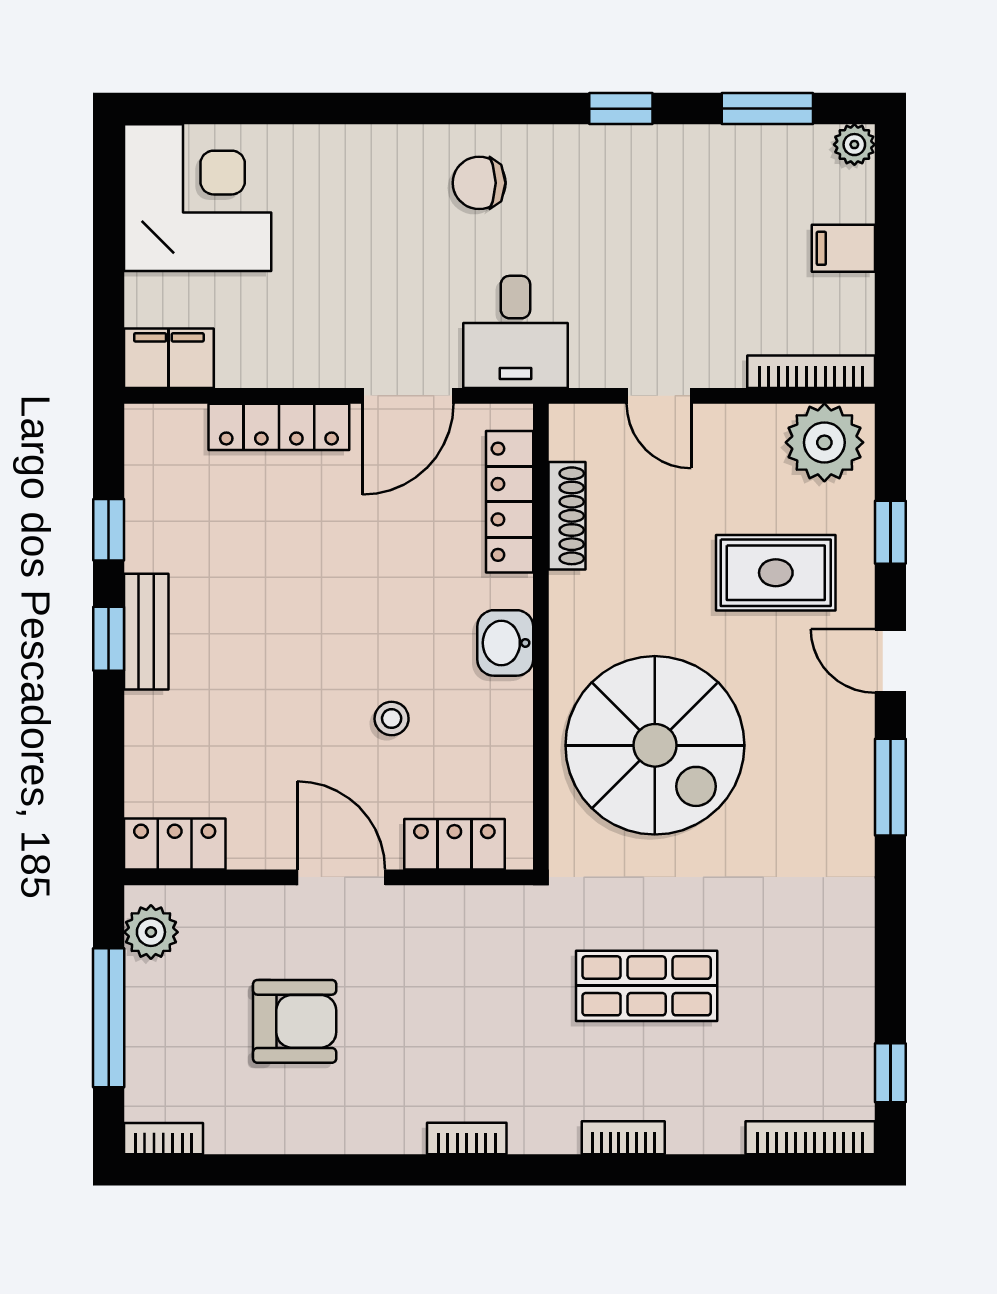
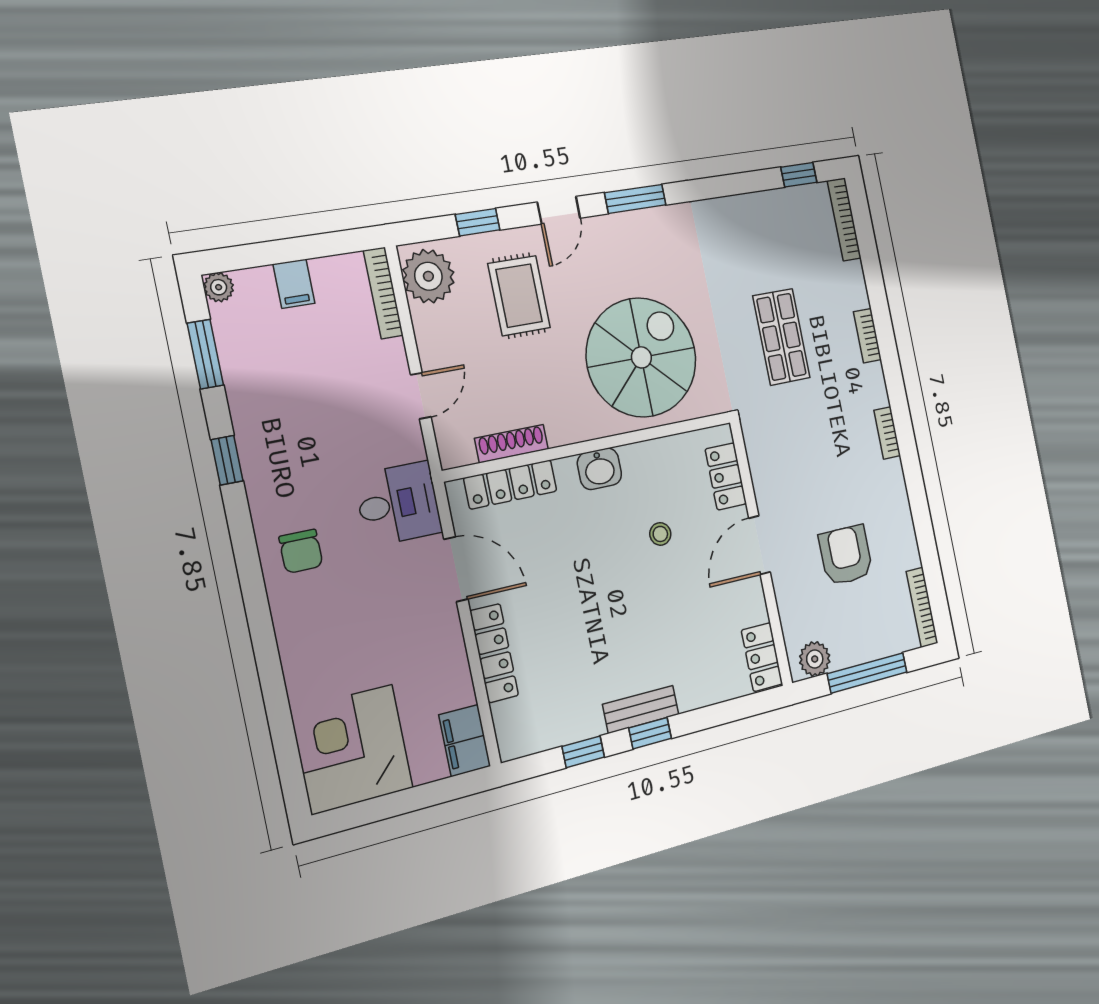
bookcase: (163, 1139) -> (922, 607), width x1.56

